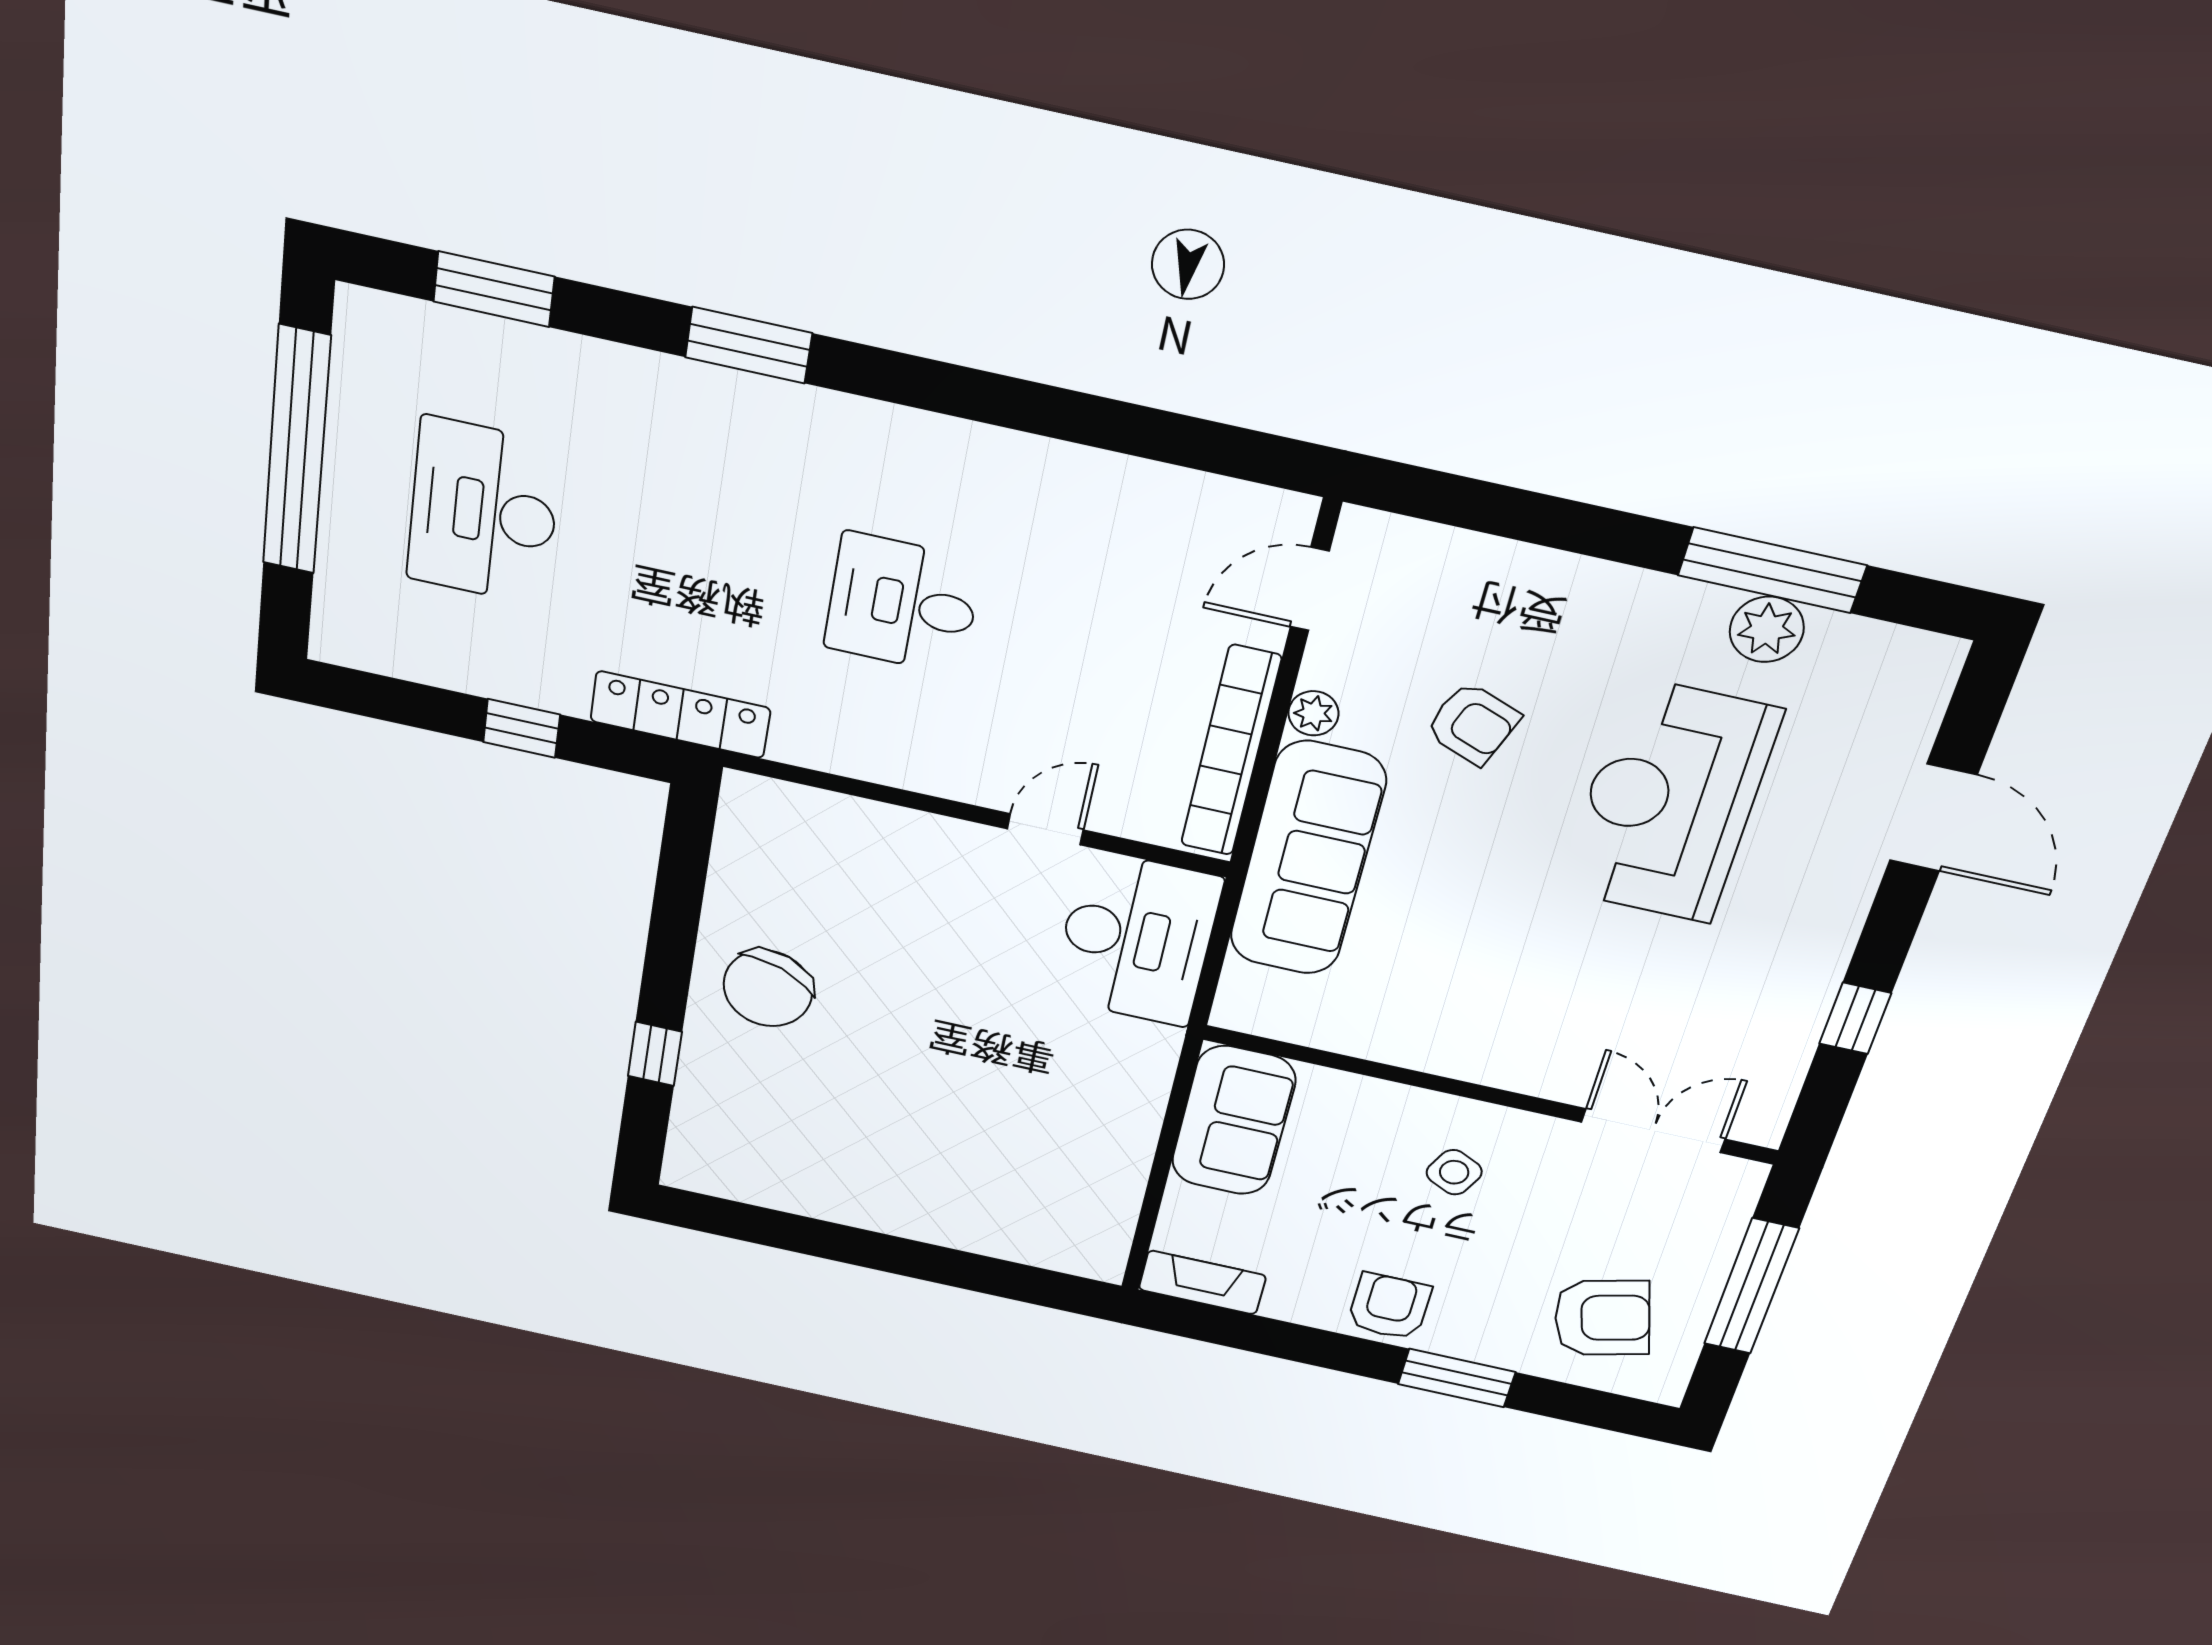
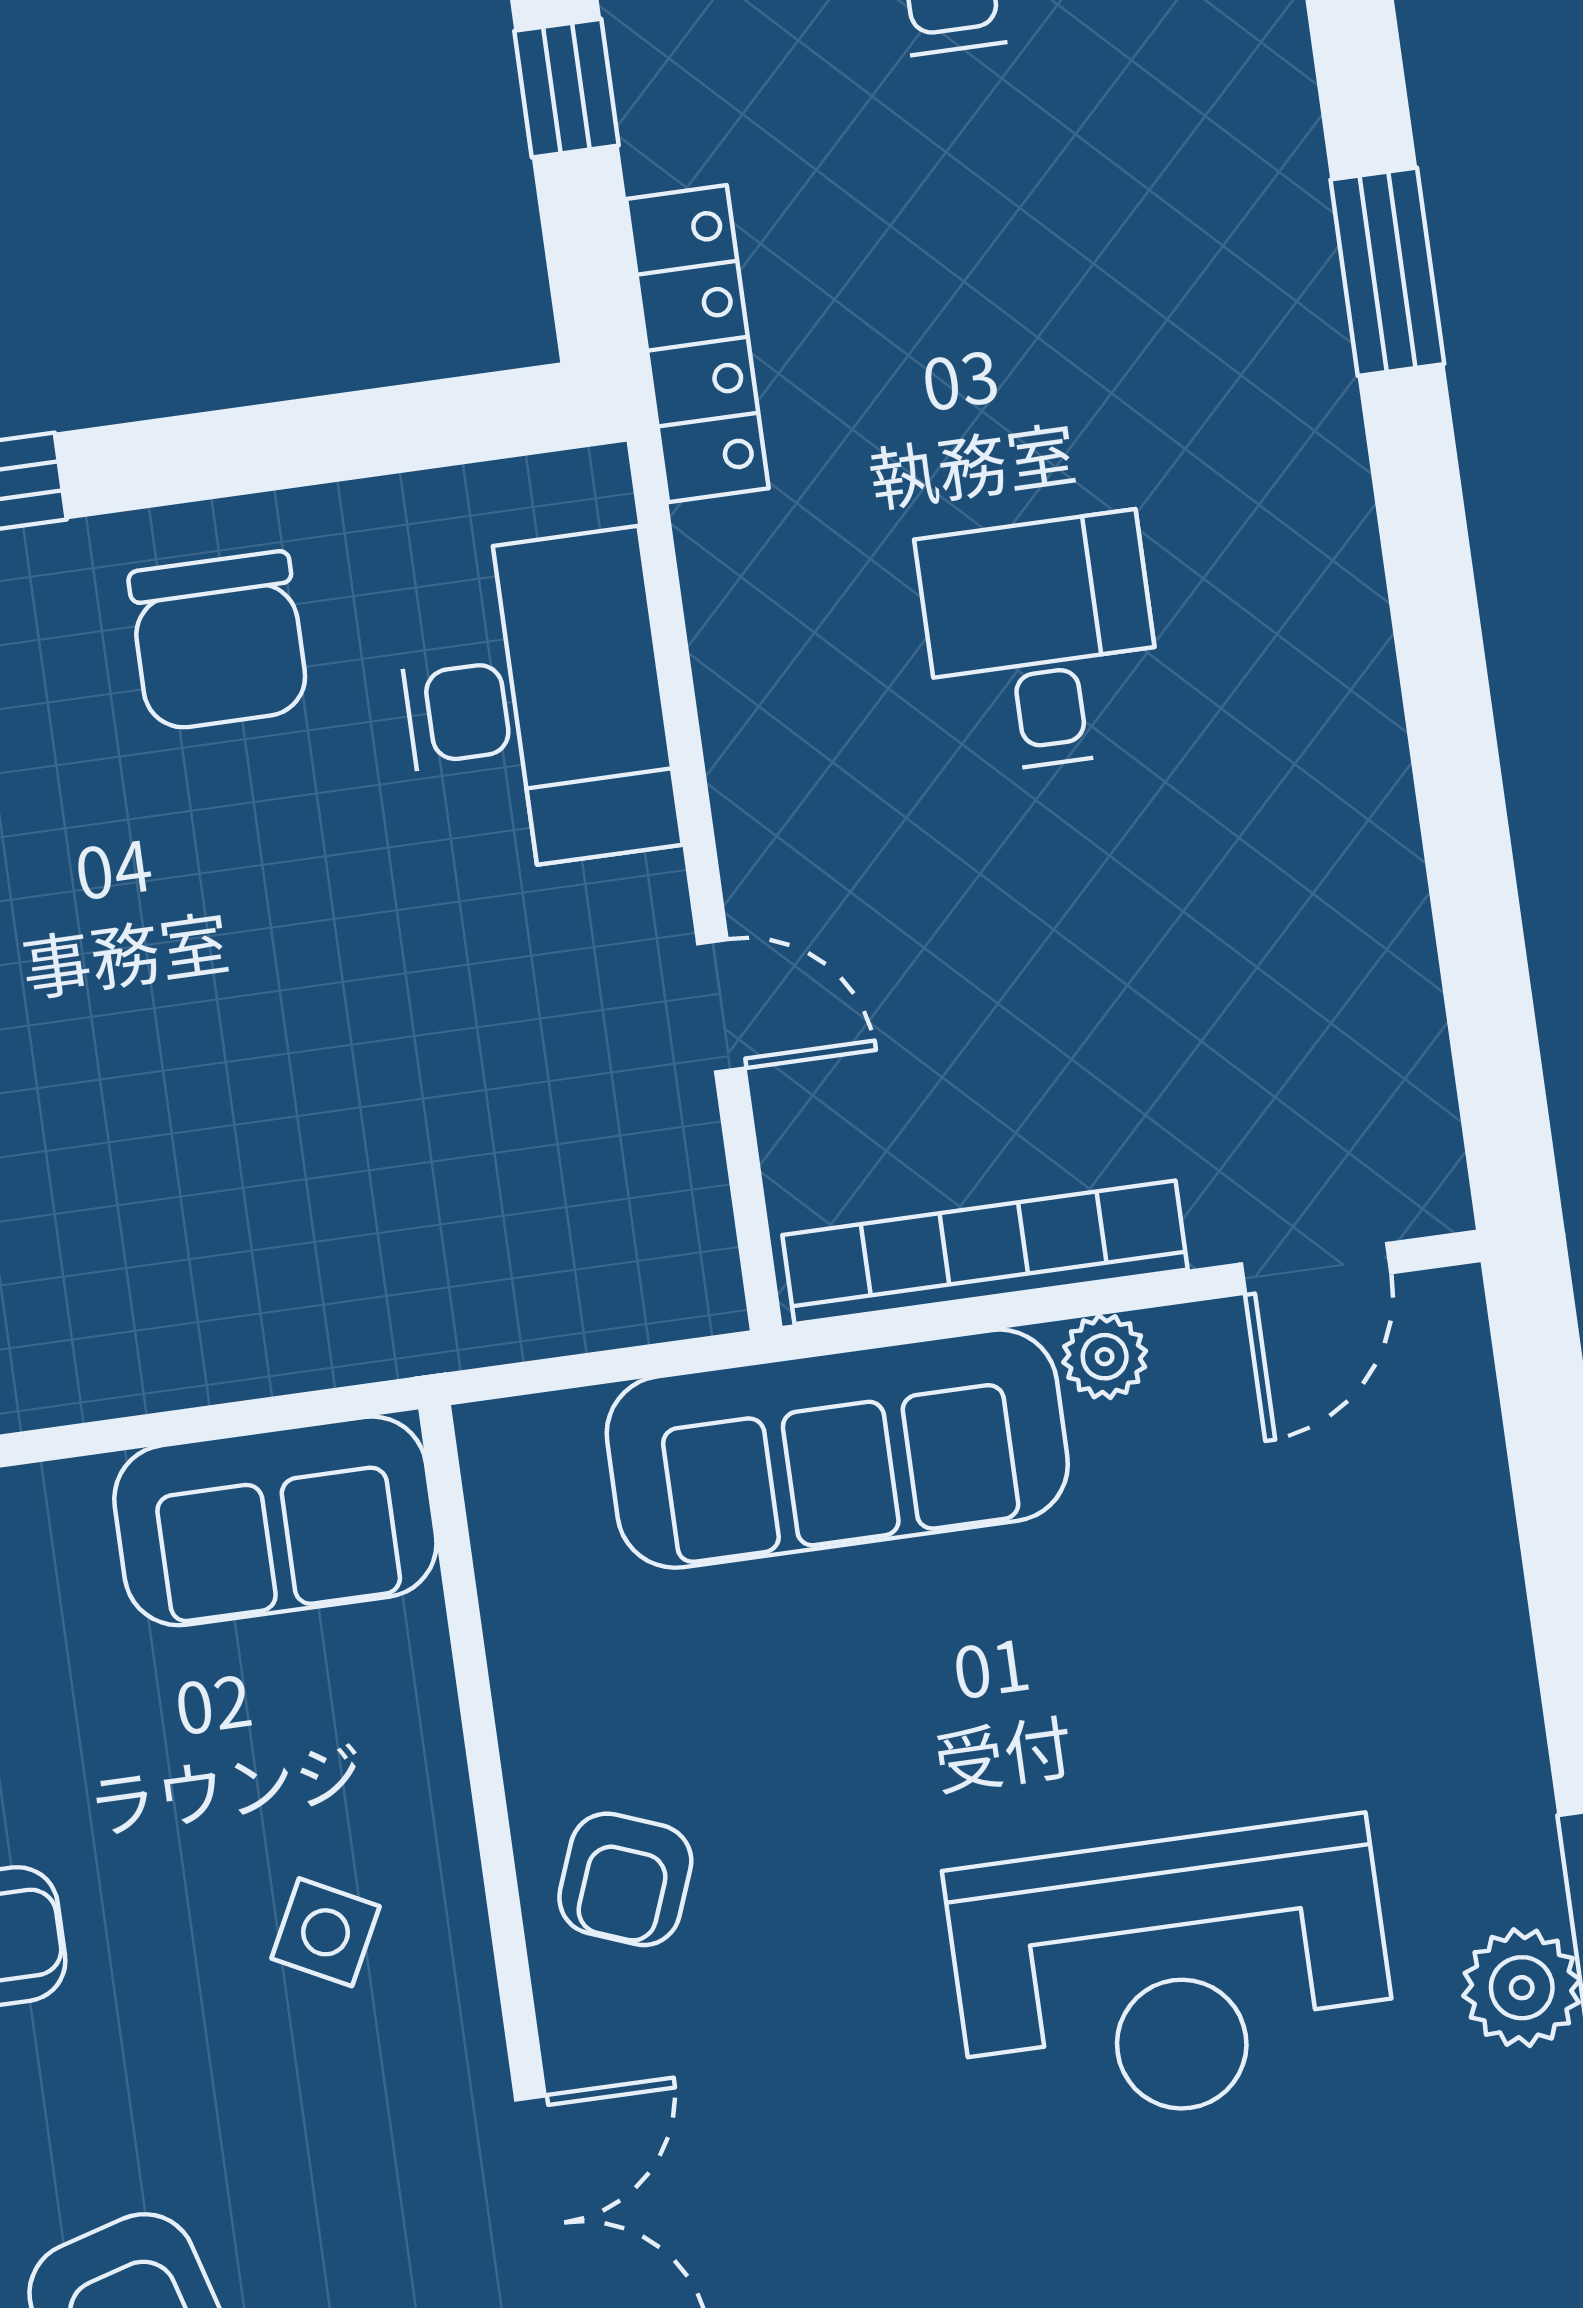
door: (1310, 589) -> (1316, 1268), swing flipped
armchair: (1473, 724) -> (625, 1879), moved
reception desk: (1670, 801) -> (1172, 1975), turned 180
desk: (1136, 939) -> (535, 703), moved, turned -90
chair: (768, 988) -> (219, 641), turned -111

